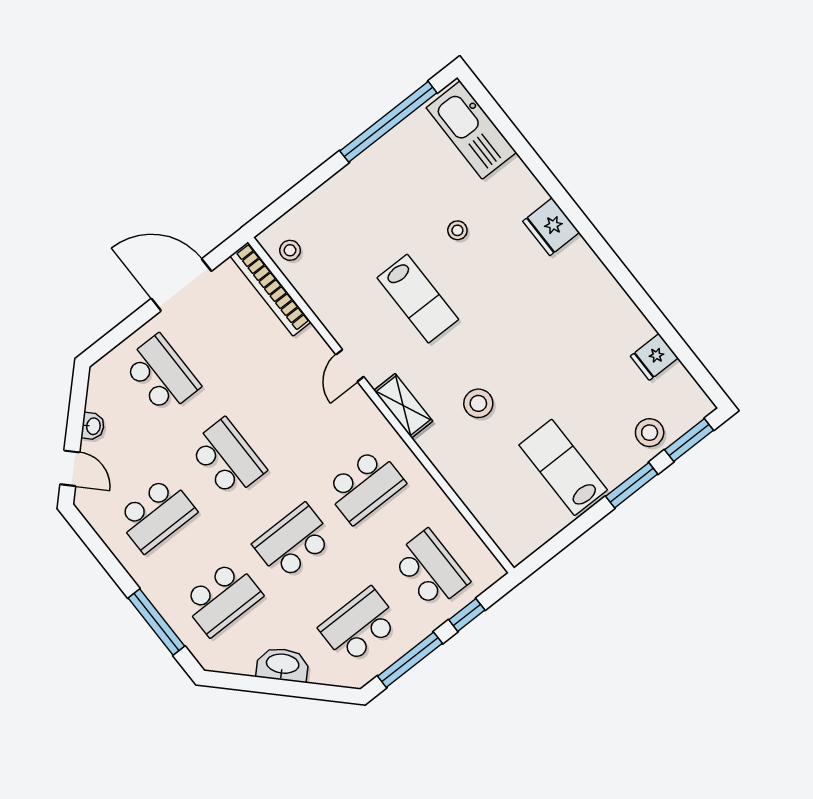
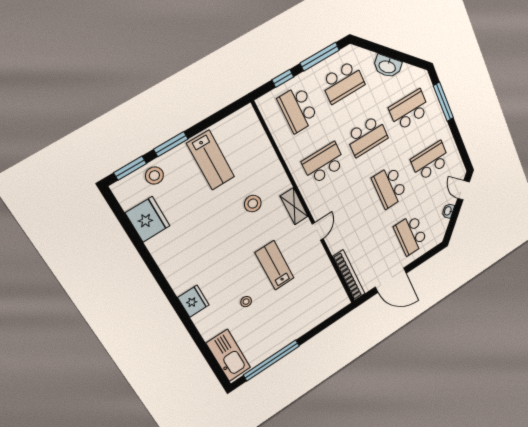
stool: (290, 250) -> (335, 295), removed
fridge: (654, 357) -> (148, 219), width x1.88, depth x1.34

